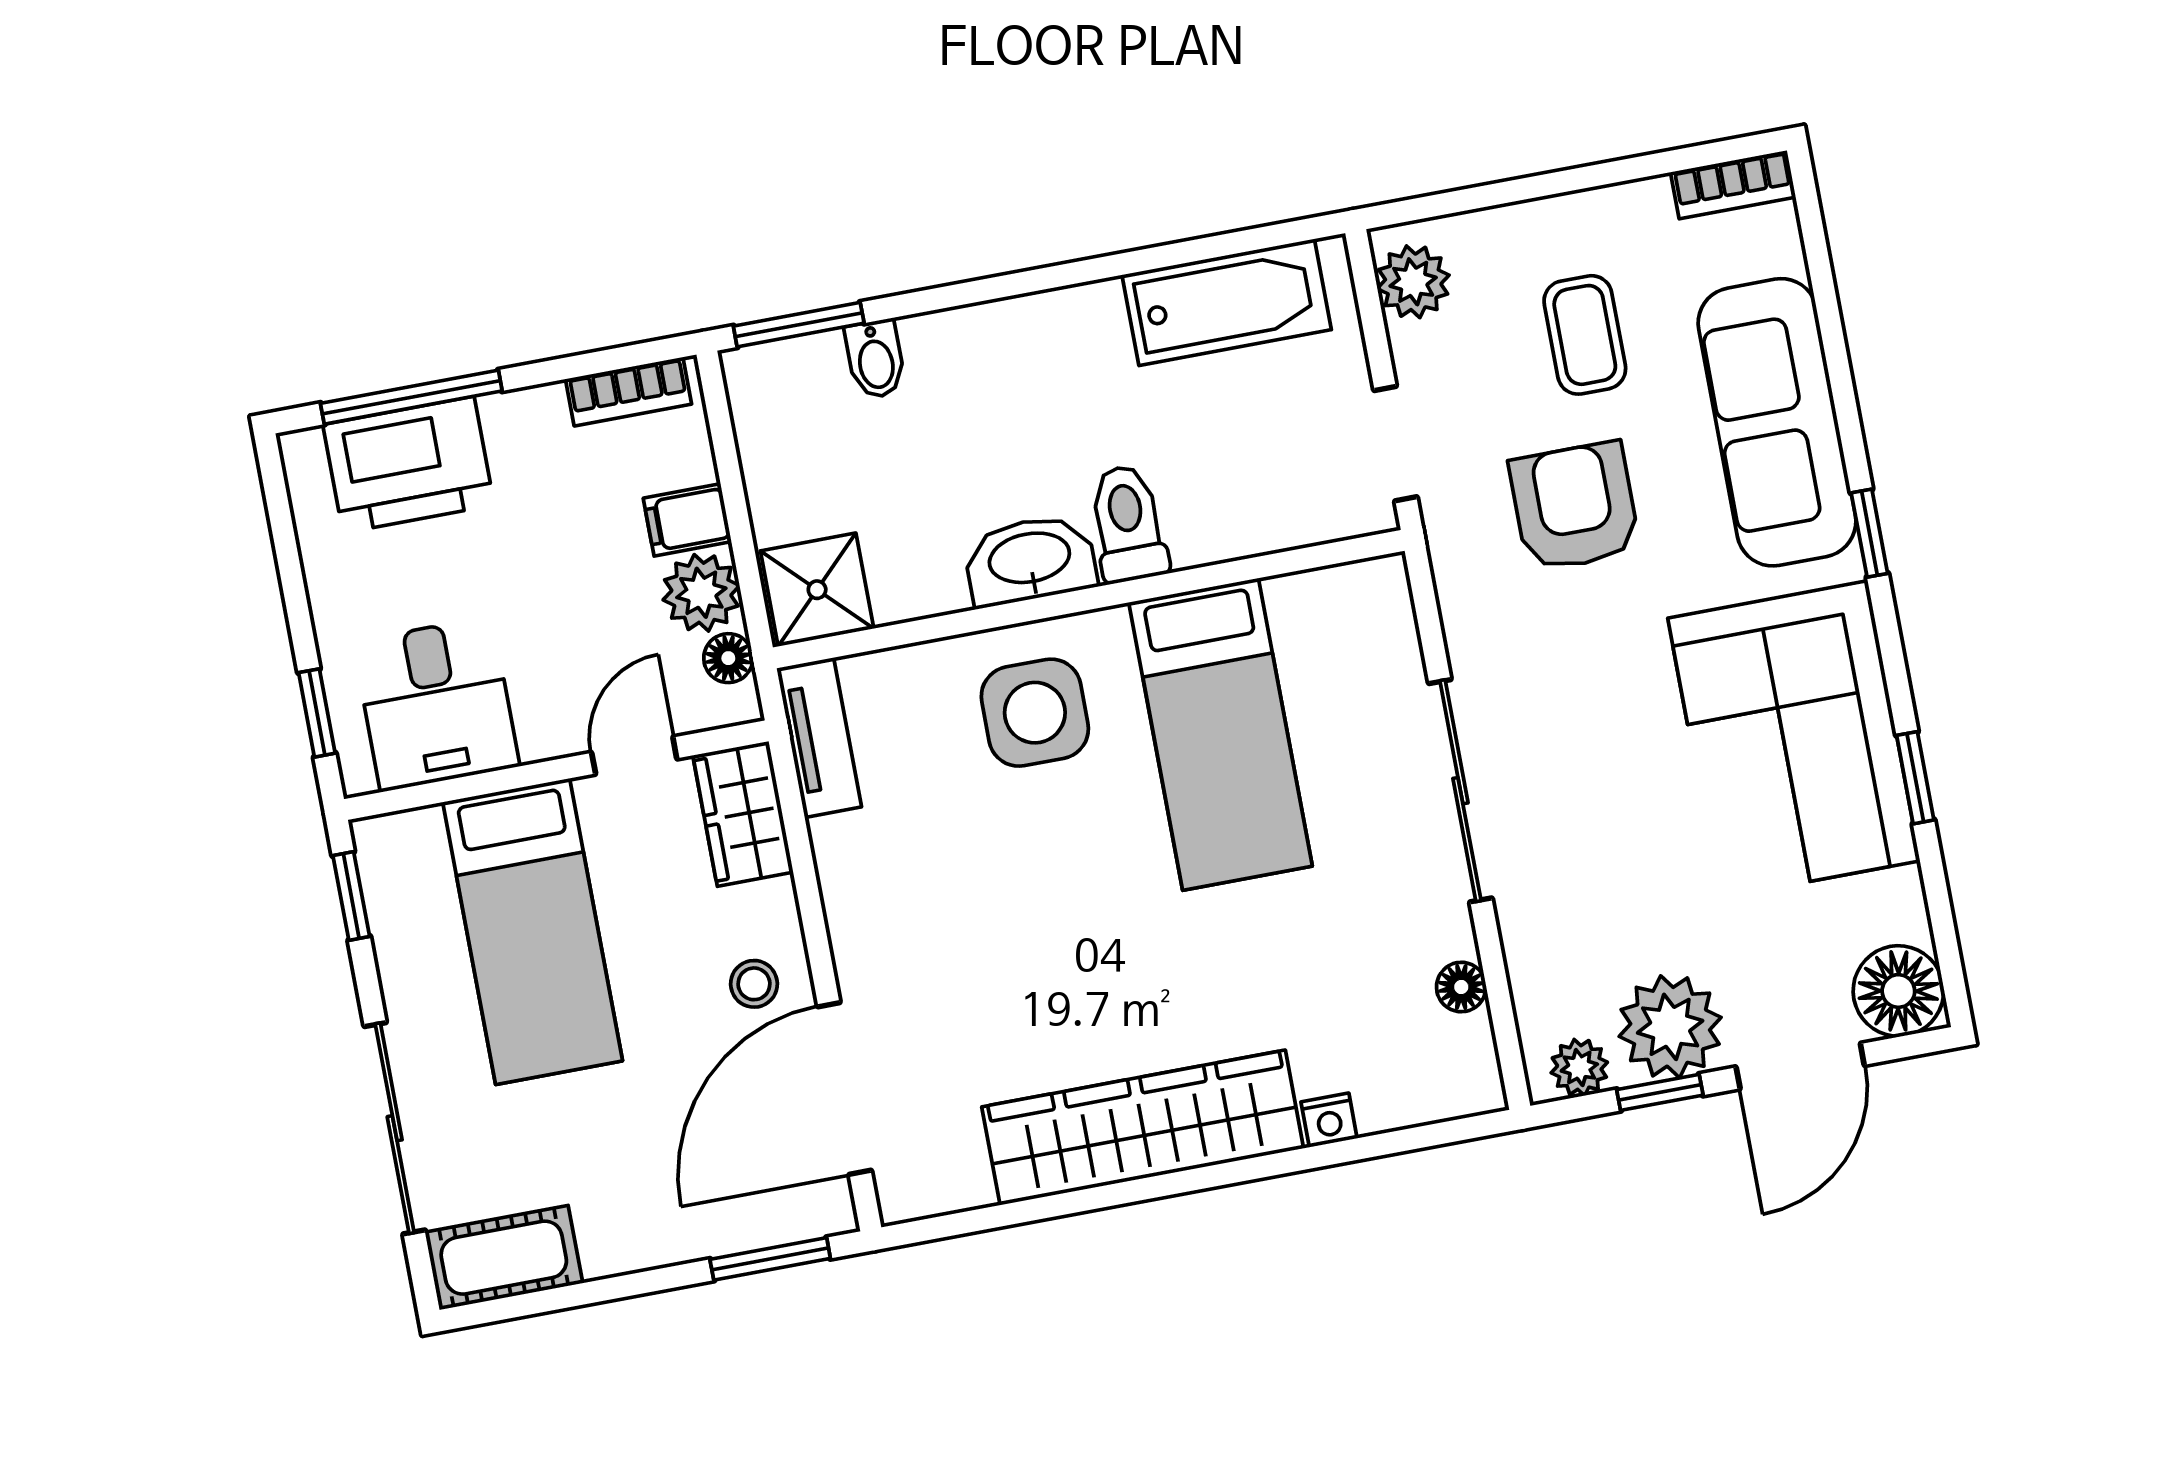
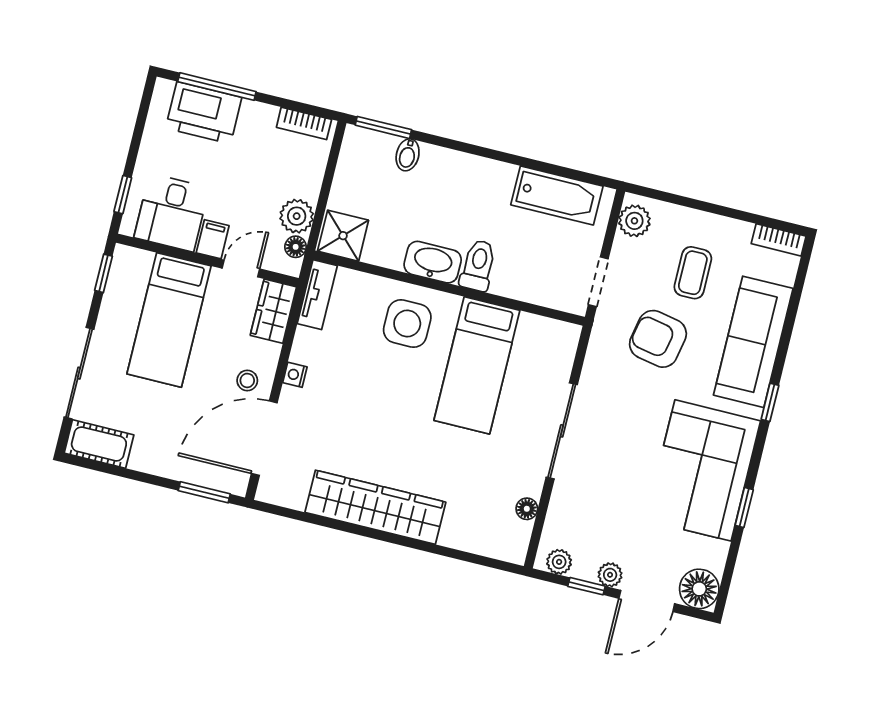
armchair: (1575, 507) -> (658, 339), turned -79
filing cabinet: (687, 520) -> (213, 239), moved, turned 90
plant: (1670, 1027) -> (610, 575), width x0.53, depth x0.53
nightstand: (1329, 1120) -> (295, 375), moved, turned 90

